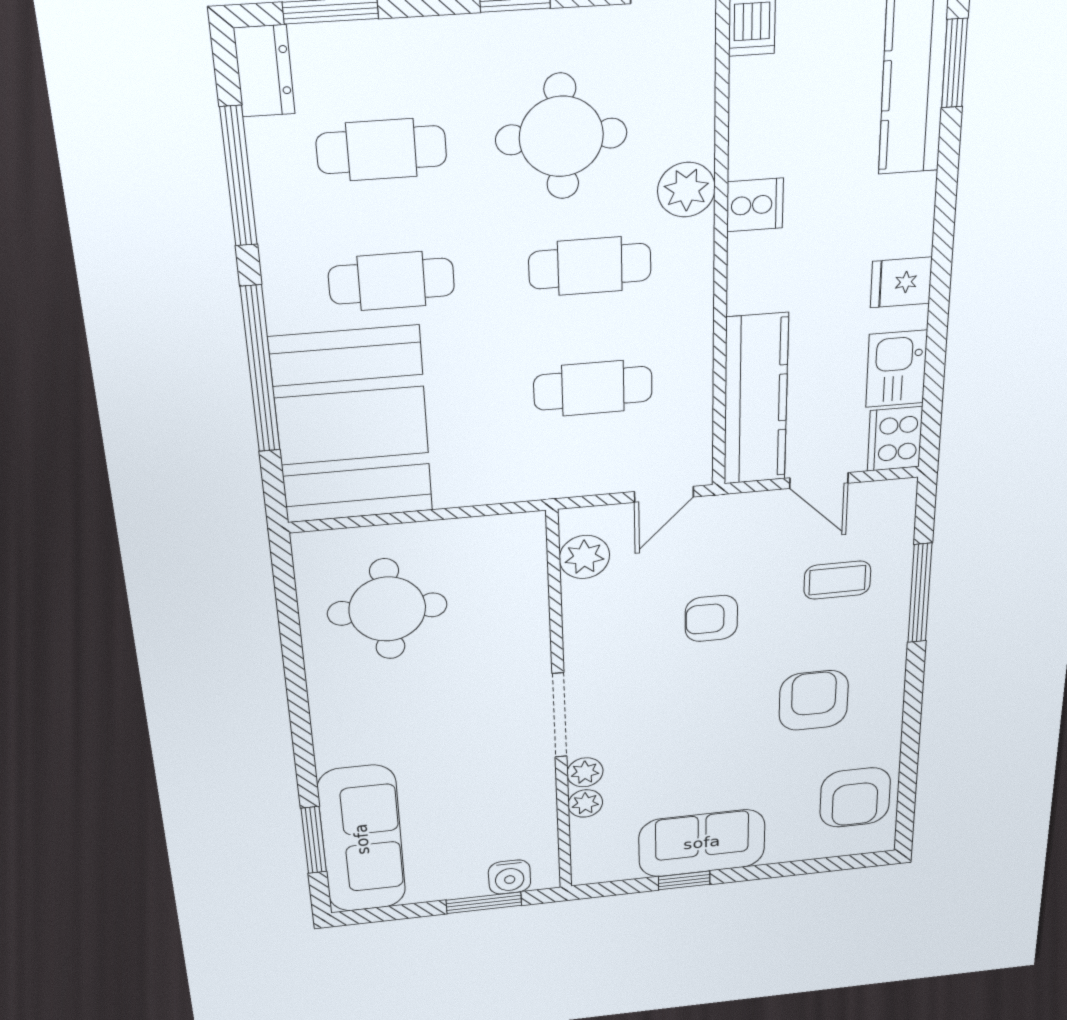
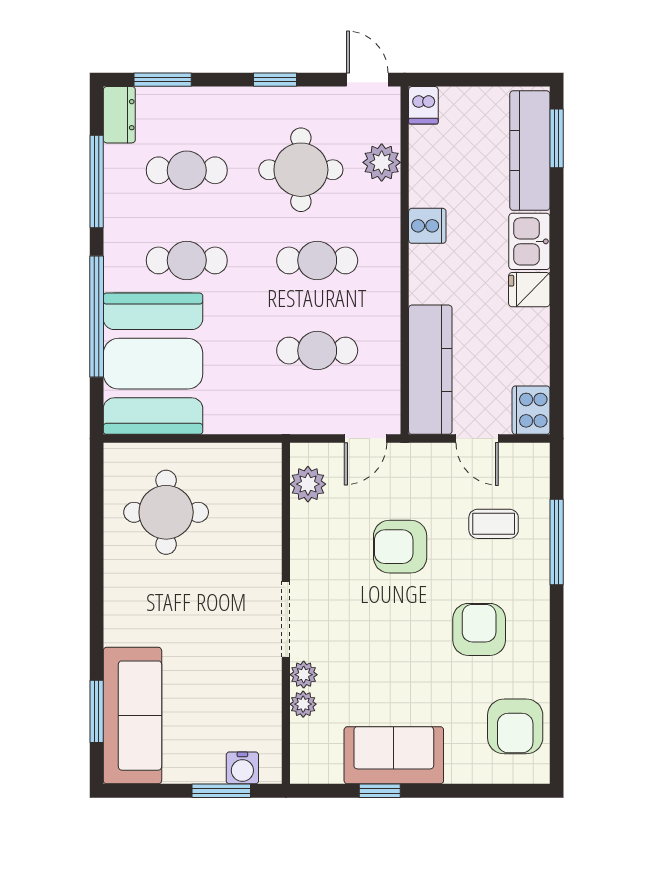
plant: (686, 190) -> (382, 162), moved
kitchen sink: (897, 369) -> (529, 241), moved
armchair: (711, 618) -> (400, 547), width x1.38, depth x1.38

